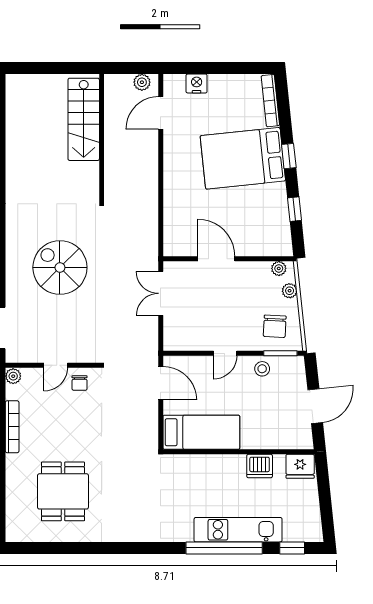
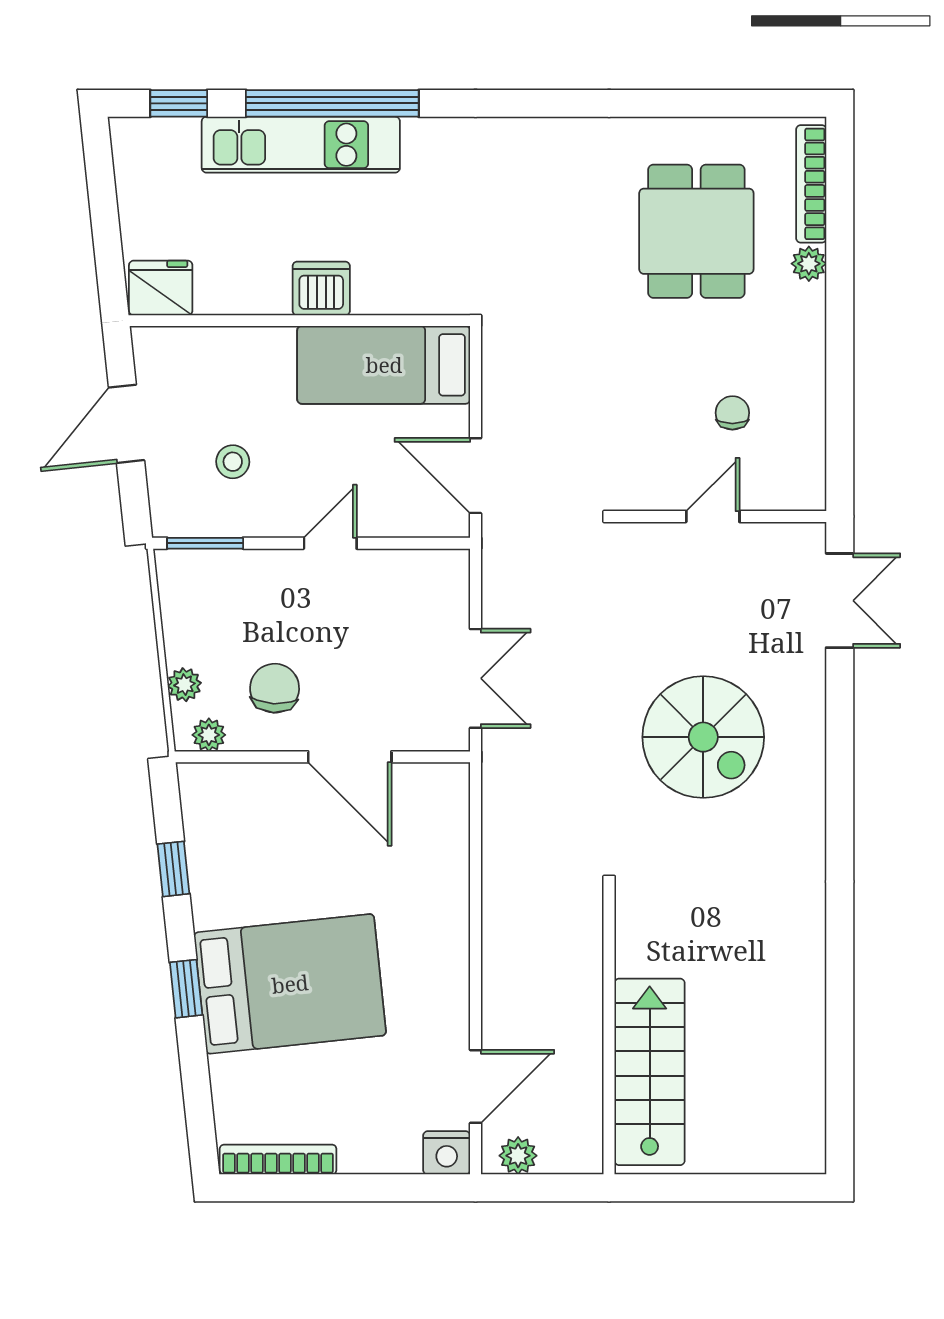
nightstand: (197, 84) -> (447, 1153), moved
bookcase: (270, 101) -> (278, 1159), moved, turned -84
chair: (275, 326) -> (275, 688), moved
stool: (262, 369) -> (233, 462), moved
plant: (13, 376) -> (809, 264), moved
chair: (80, 383) -> (732, 413), moved
bookcase: (12, 427) -> (811, 184), moved
dishwasher: (260, 466) -> (321, 288), moved

